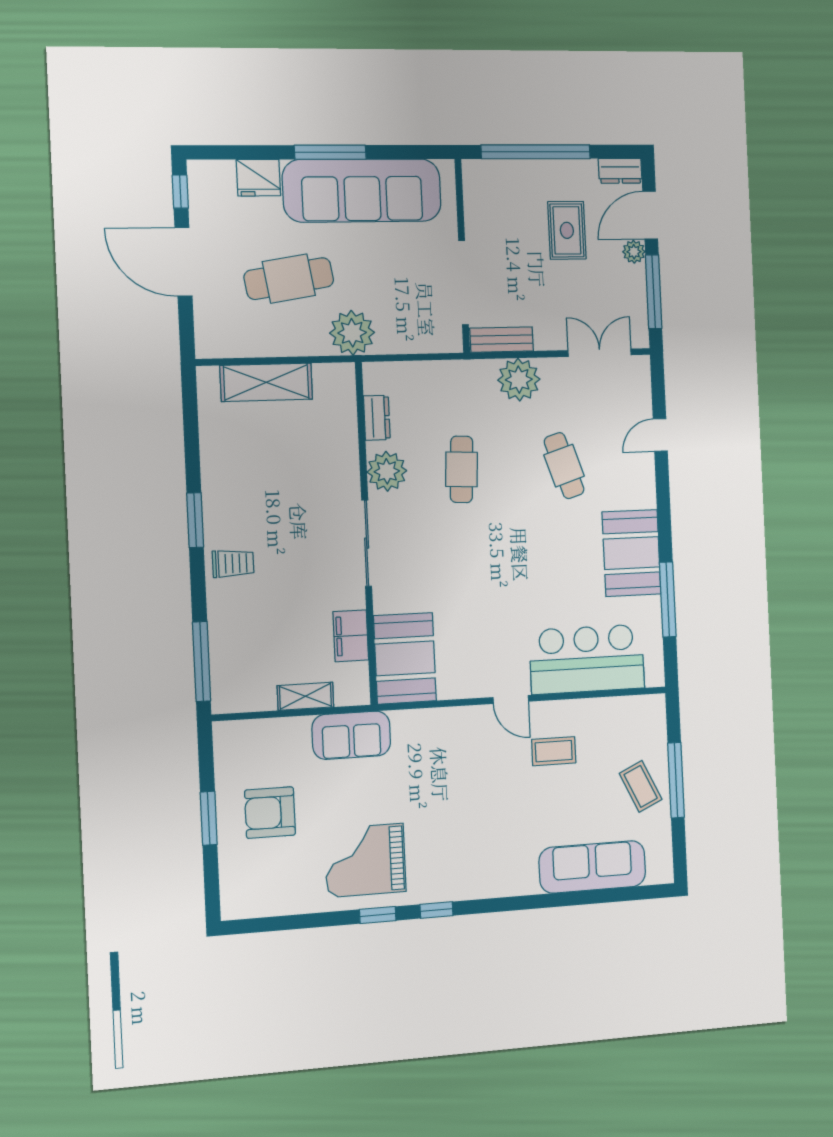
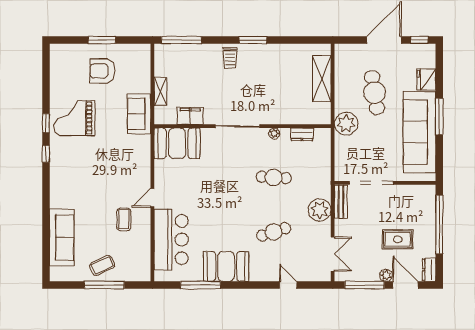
plant: (387, 471) -> (274, 133), width x0.53, depth x0.53
armchair: (270, 813) -> (103, 71), turned -90
grand piano: (365, 860) -> (74, 118), turned -90

